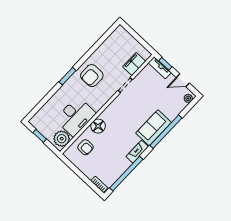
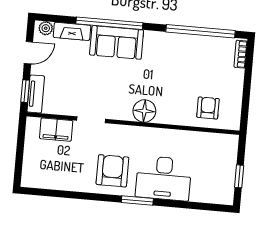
armchair: (92, 76) -> (112, 171), turned -90
door: (183, 80) -> (28, 53), hinge flipped
desk: (76, 116) -> (164, 178), moved, turned 180
floor lamp: (98, 126) -> (144, 111), moved
plant: (62, 139) -> (221, 146), removed
fireplace: (137, 152) -> (72, 31), moved

